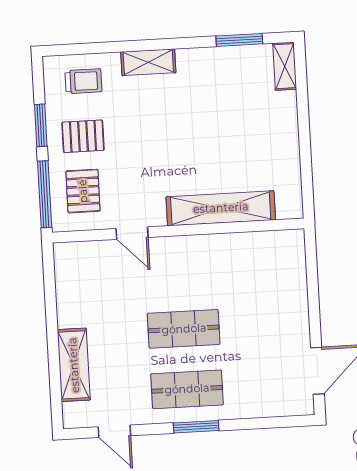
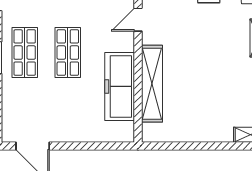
freezer: (227, 253) -> (120, 86), added

